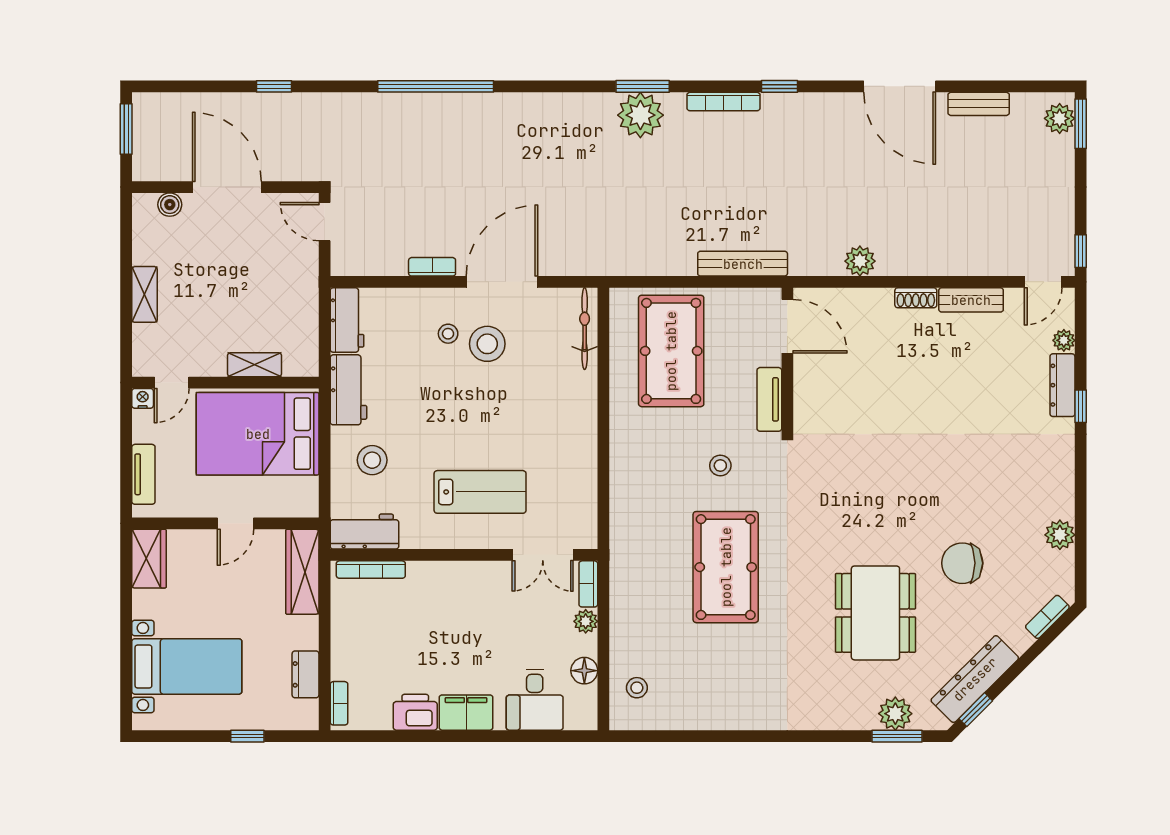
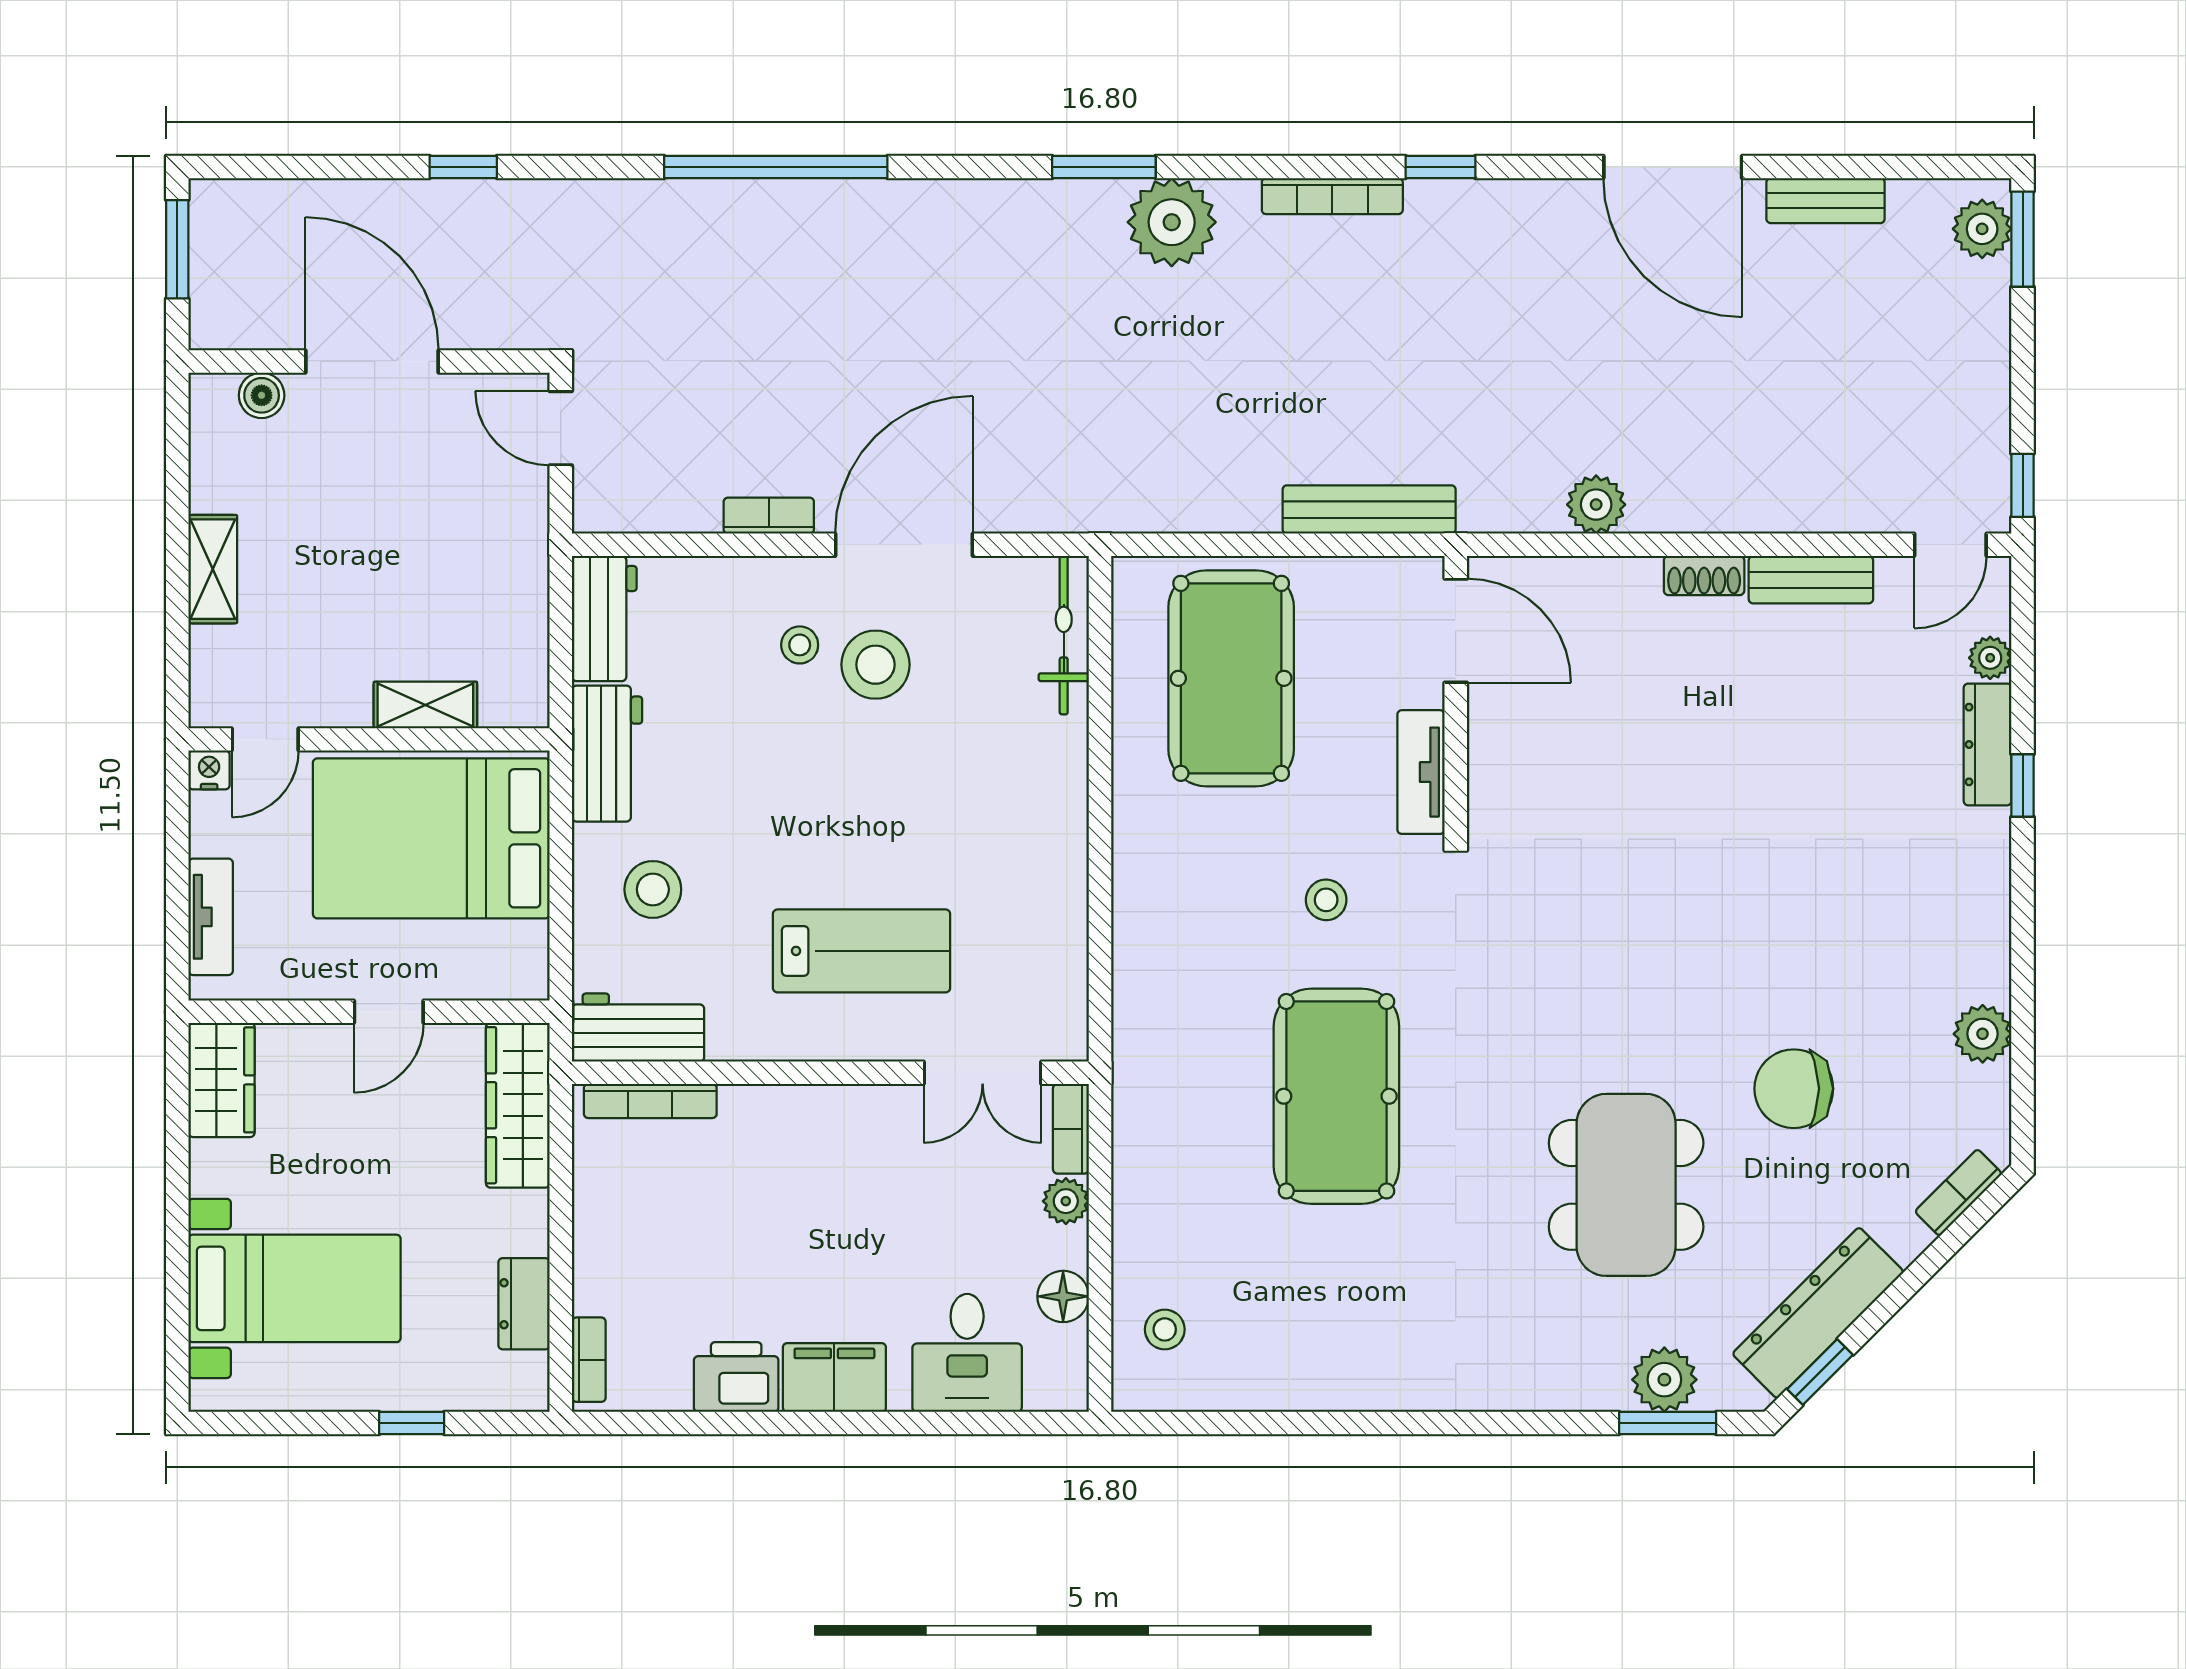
window: (643, 86) -> (1104, 167), moved

